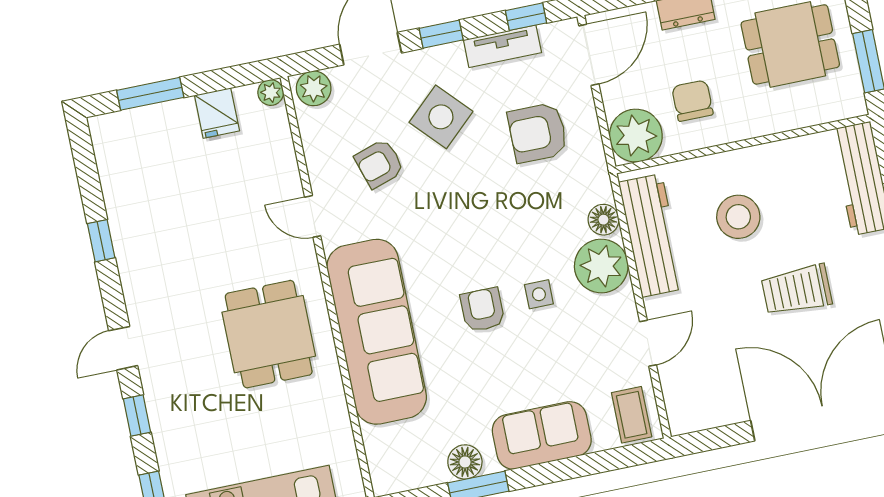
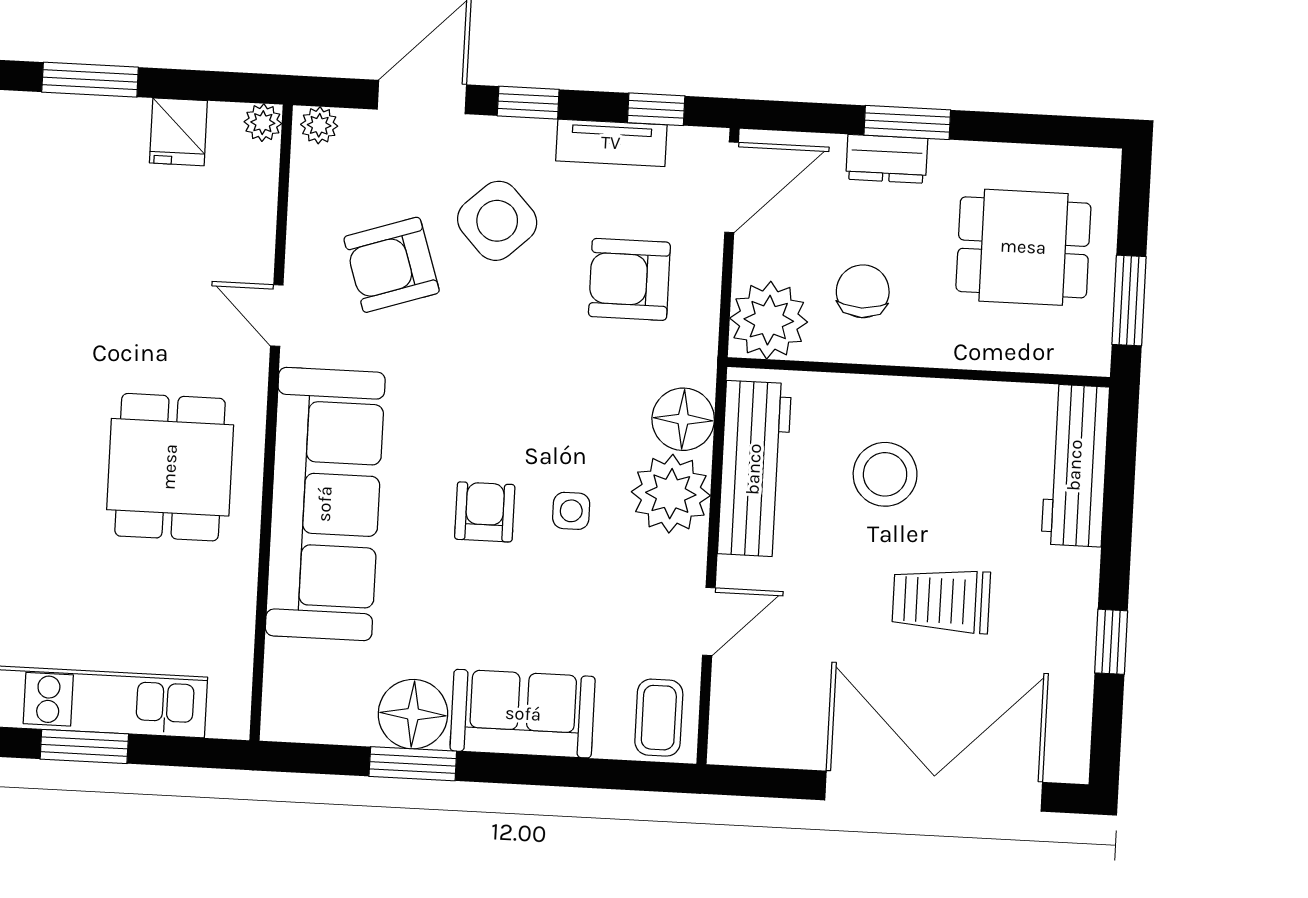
plant: (314, 88) -> (319, 125), width x0.73, depth x0.73
armchair: (379, 164) -> (392, 265), width x1.38, depth x1.38
floor lamp: (603, 220) -> (683, 419), width x1.38, depth x1.38
floor lamp: (465, 462) -> (413, 714), width x1.38, depth x1.38

